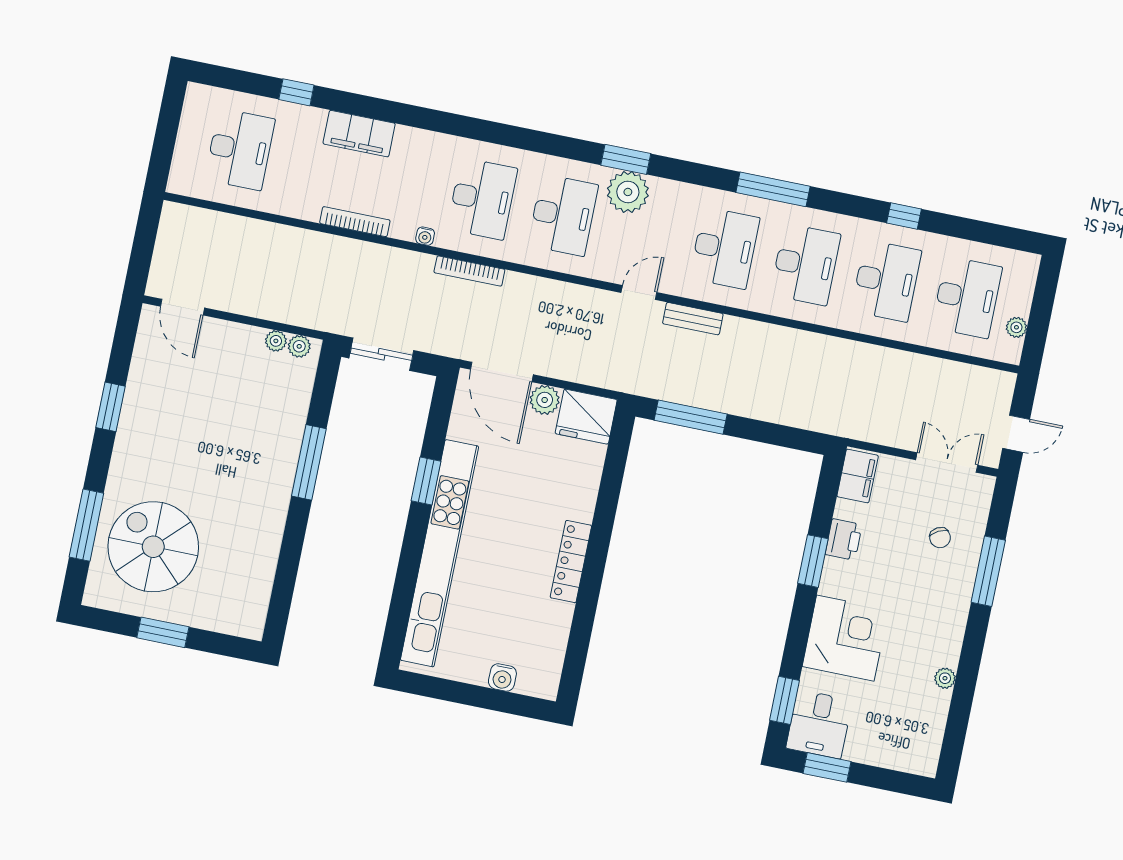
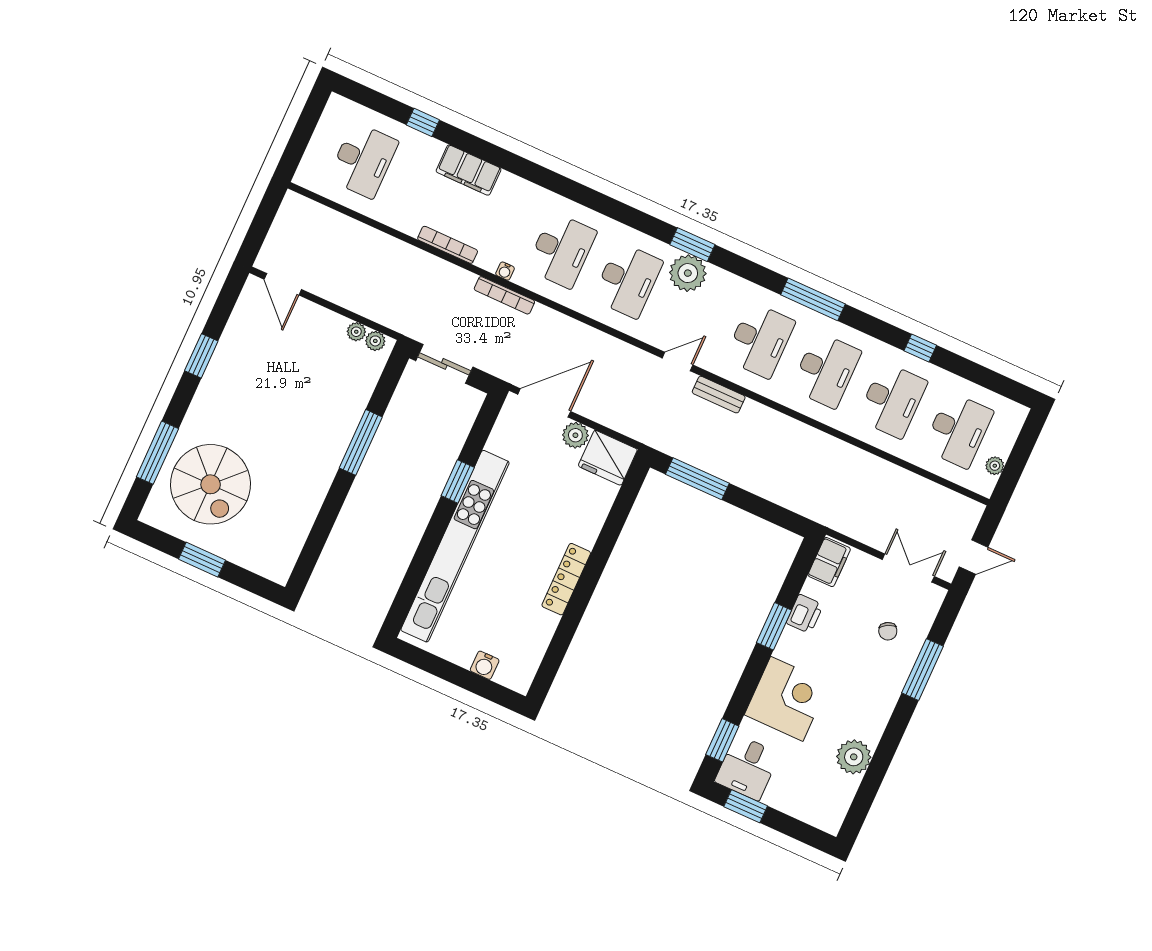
bookcase: (469, 271) -> (504, 295), moved
door: (502, 372) -> (544, 403), swing flipped
spiral stairs: (153, 547) -> (211, 484), turned 180
plant: (945, 678) -> (854, 757), width x1.88, depth x1.88

